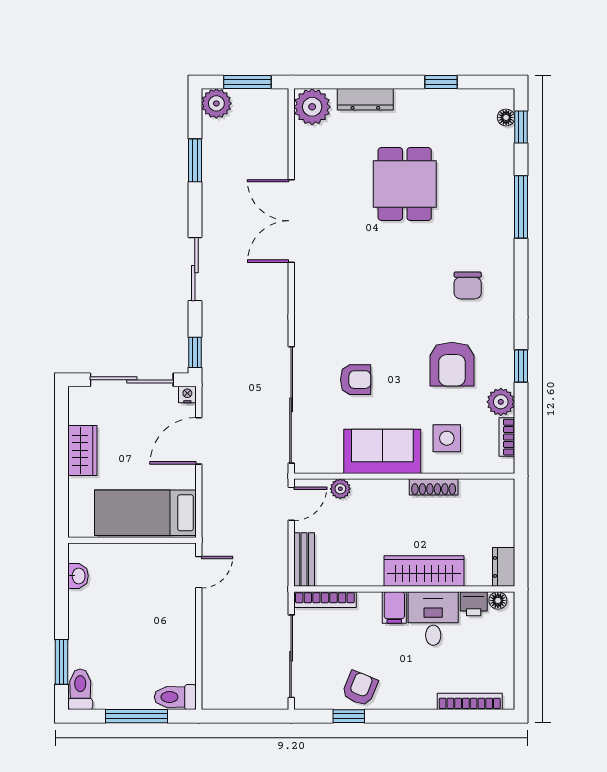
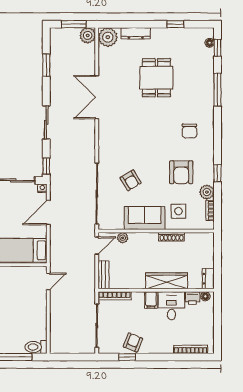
plant: (216, 103) -> (88, 35), moved
armchair: (356, 380) -> (131, 180), turned 59

